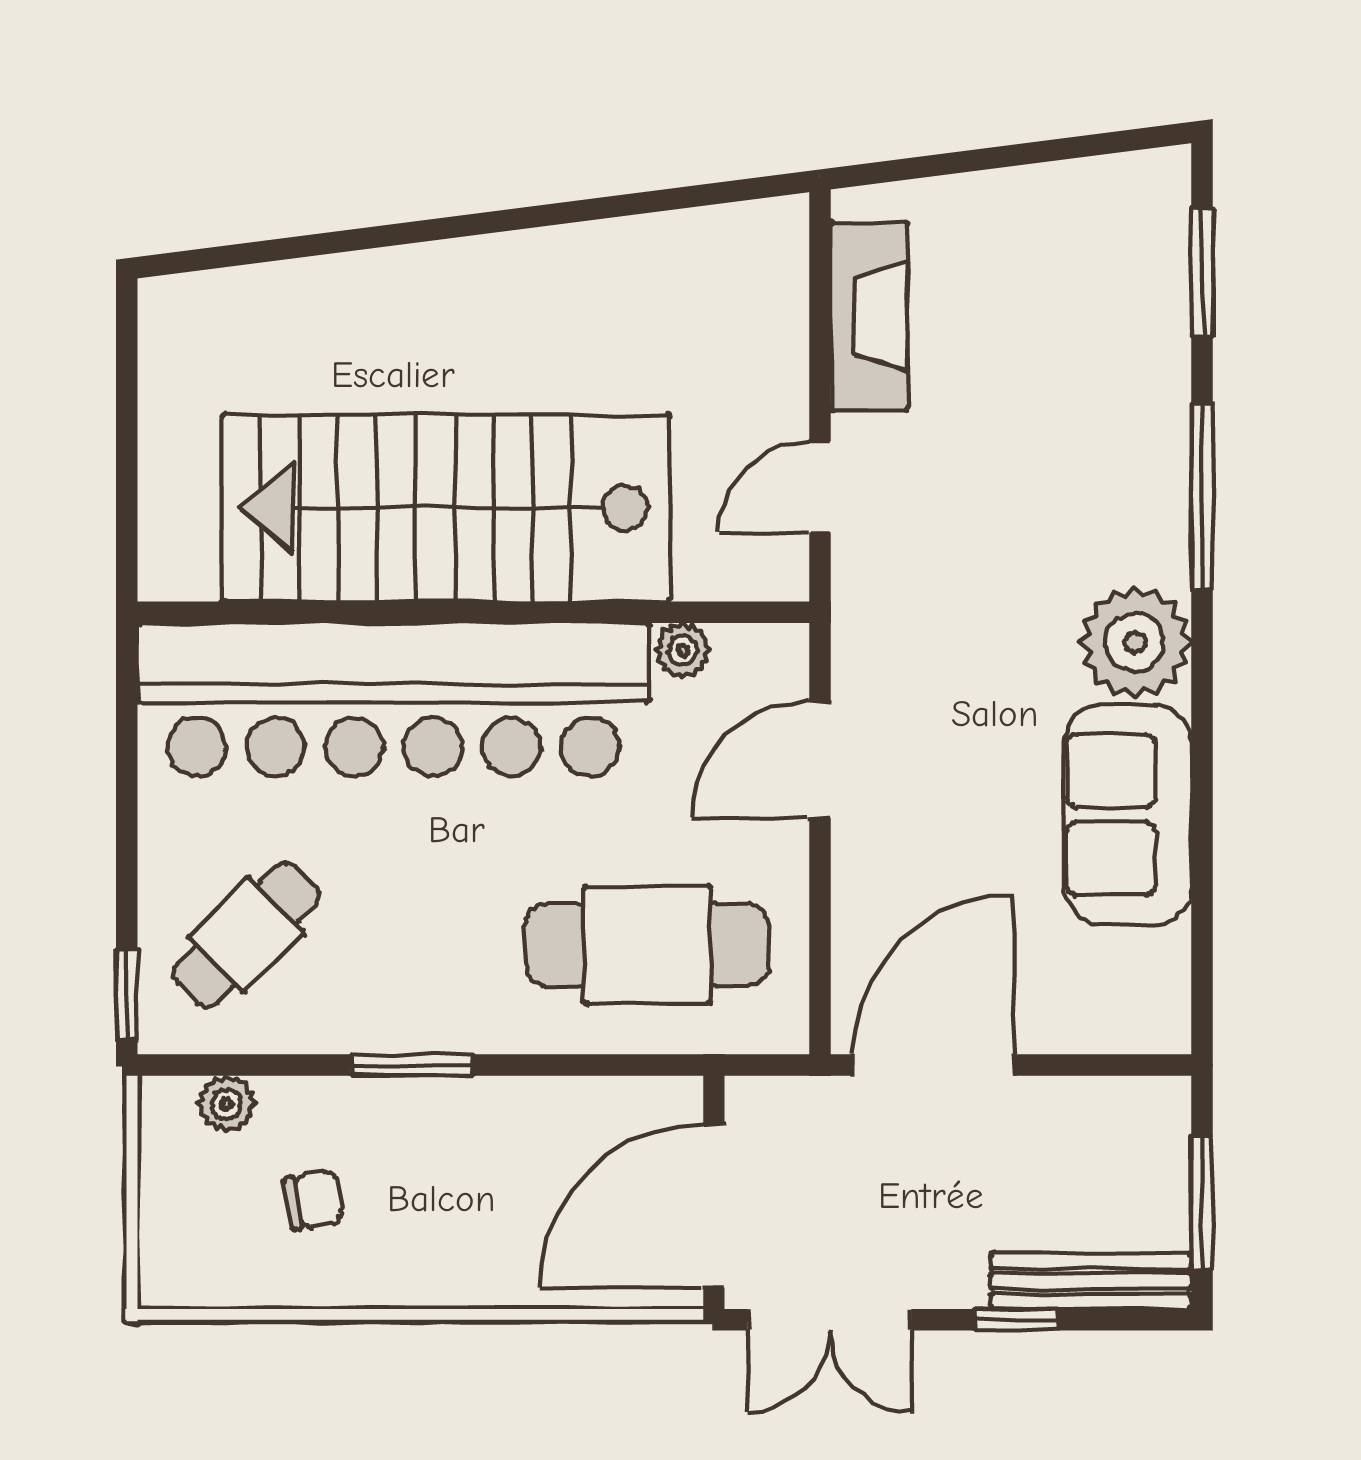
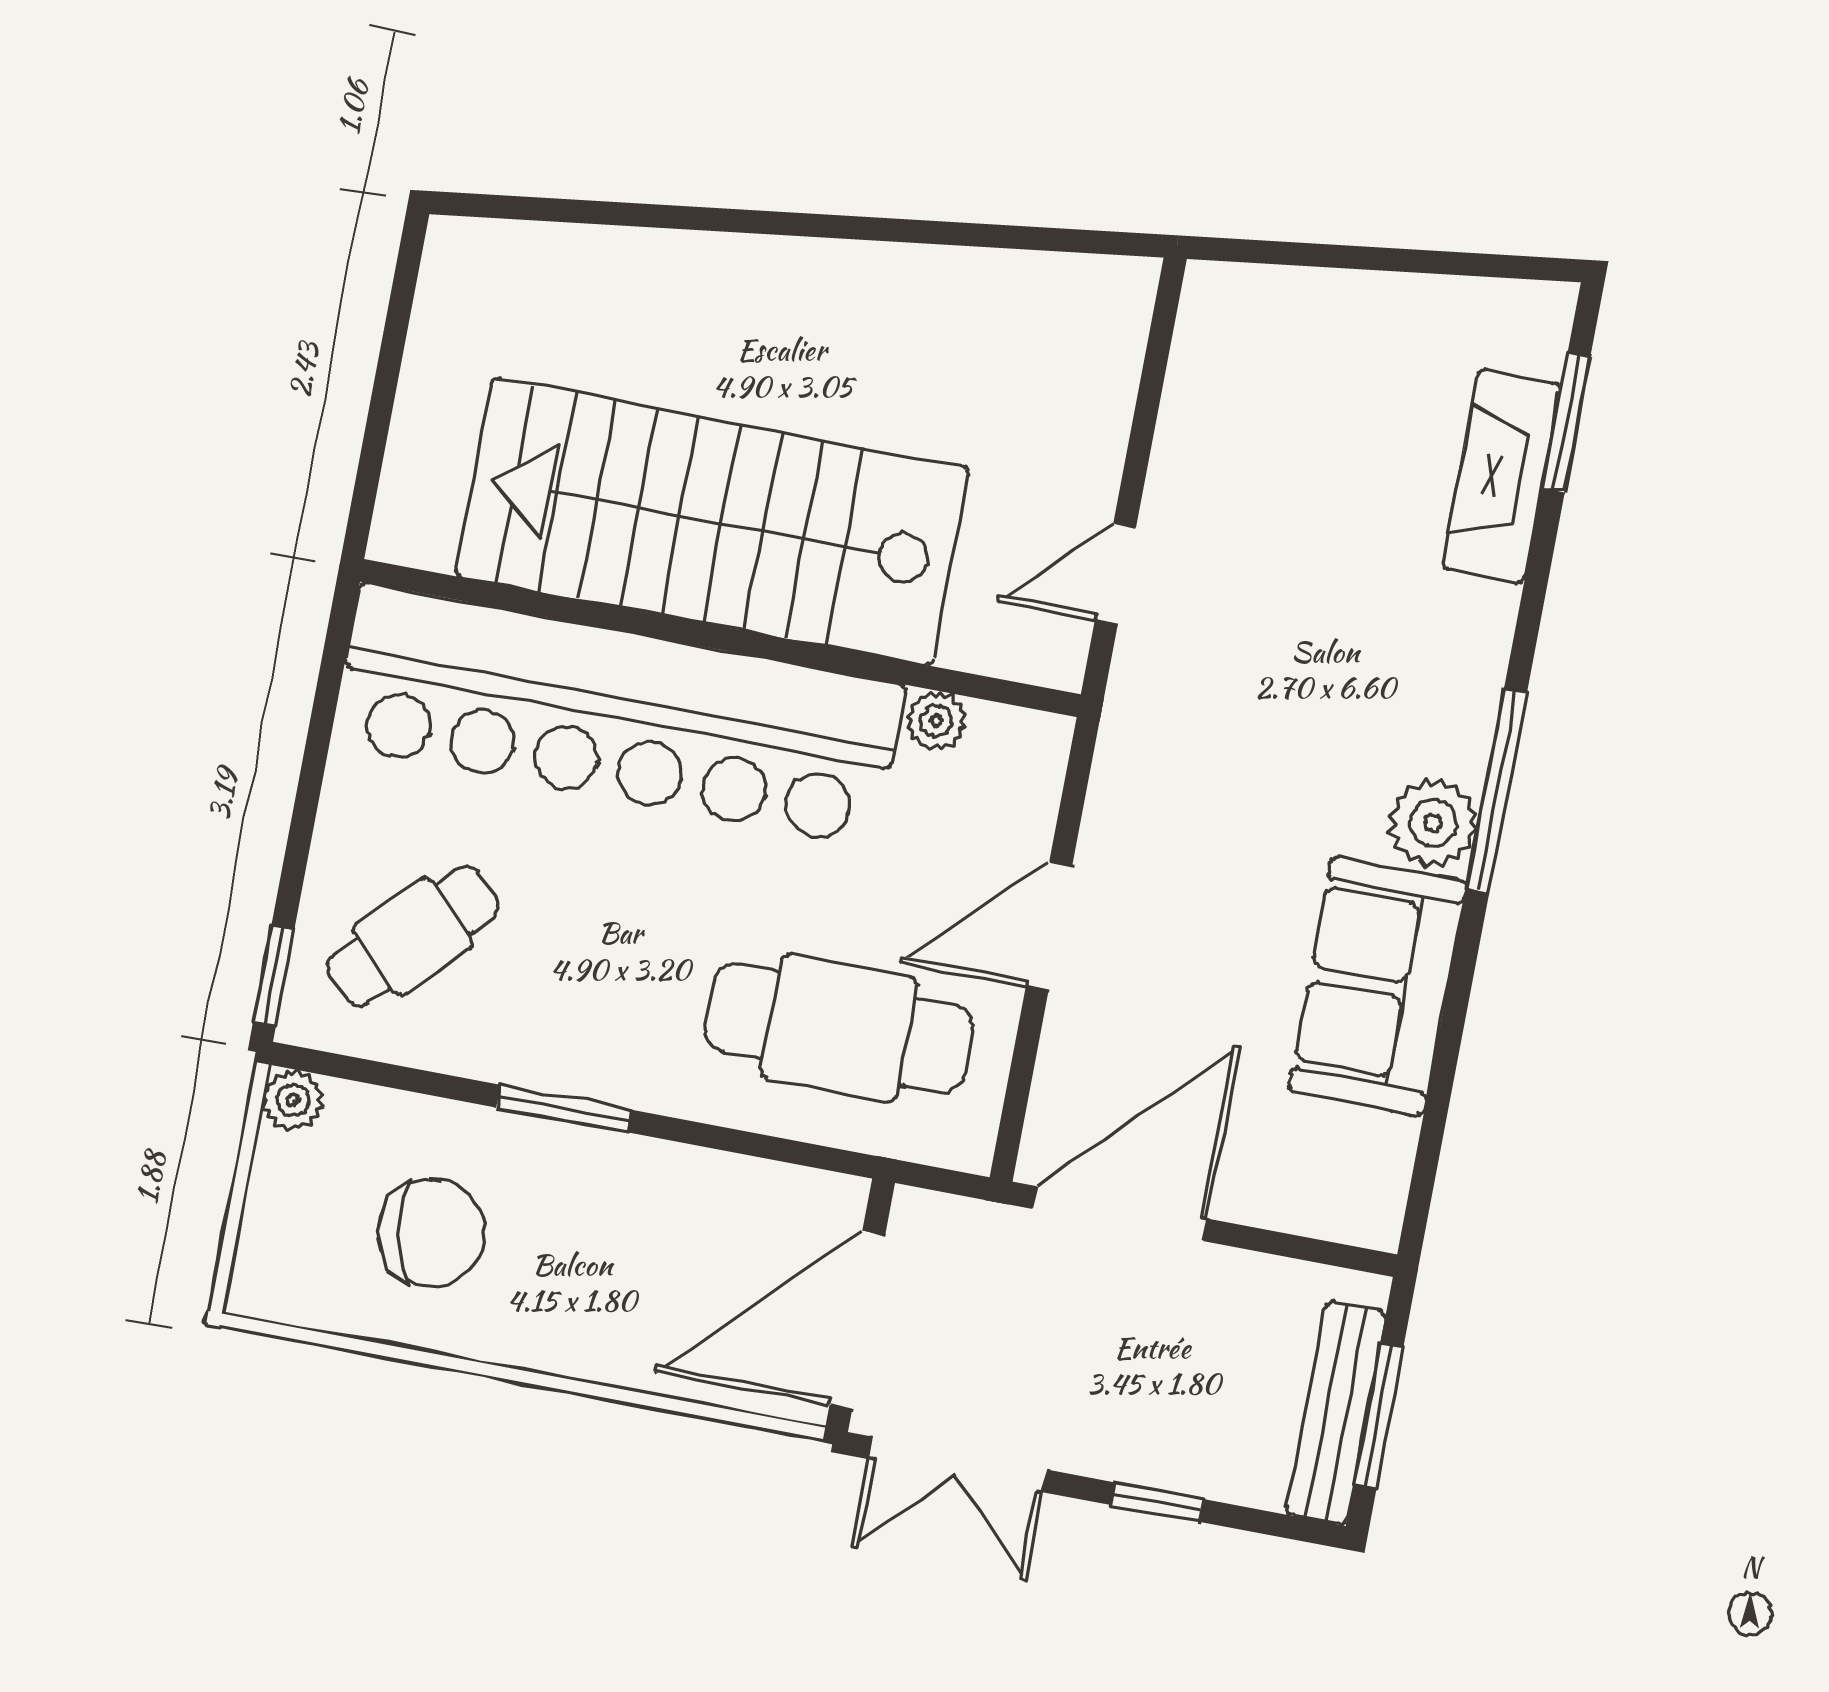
fireplace: (869, 316) -> (1502, 476), moved, turned 180
window: (1202, 496) -> (1497, 791), moved
plant: (1135, 643) -> (1433, 823), width x0.73, depth x0.73
door: (820, 760) -> (1049, 926), moved
plant: (227, 1104) -> (293, 1100), moved
chair: (314, 1200) -> (432, 1233), width x1.87, depth x1.87
bench: (1091, 1281) -> (1336, 1413), moved, turned 90

